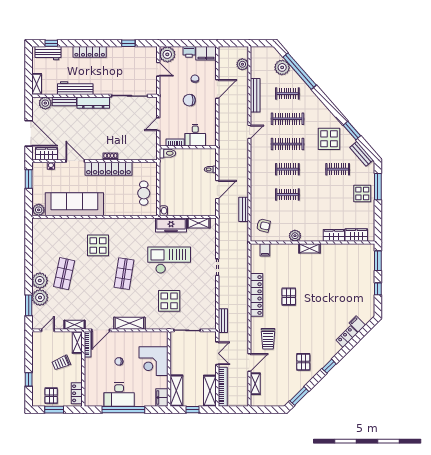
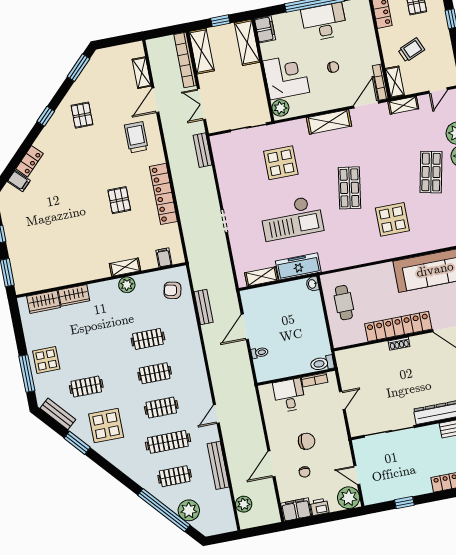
clothes rail: (287, 144) -> (161, 408), width x0.73
shelving: (309, 248) -> (125, 267), moved
plant: (162, 340) -> (280, 108), added

